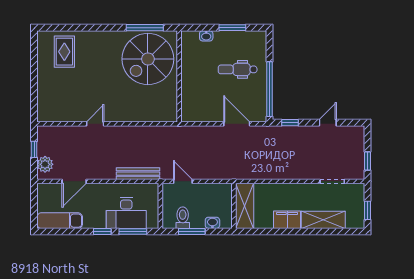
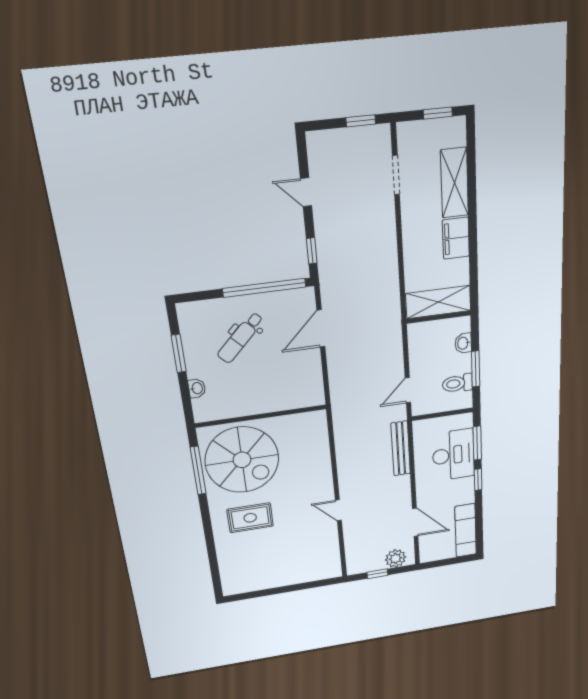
rug: (64, 52) -> (250, 518), moved
dental chair: (238, 69) -> (240, 338), turned 45

